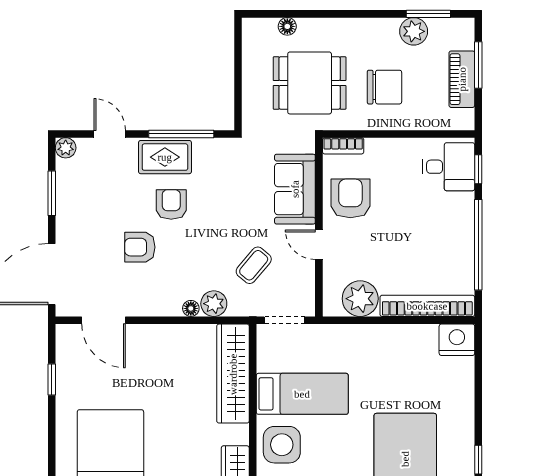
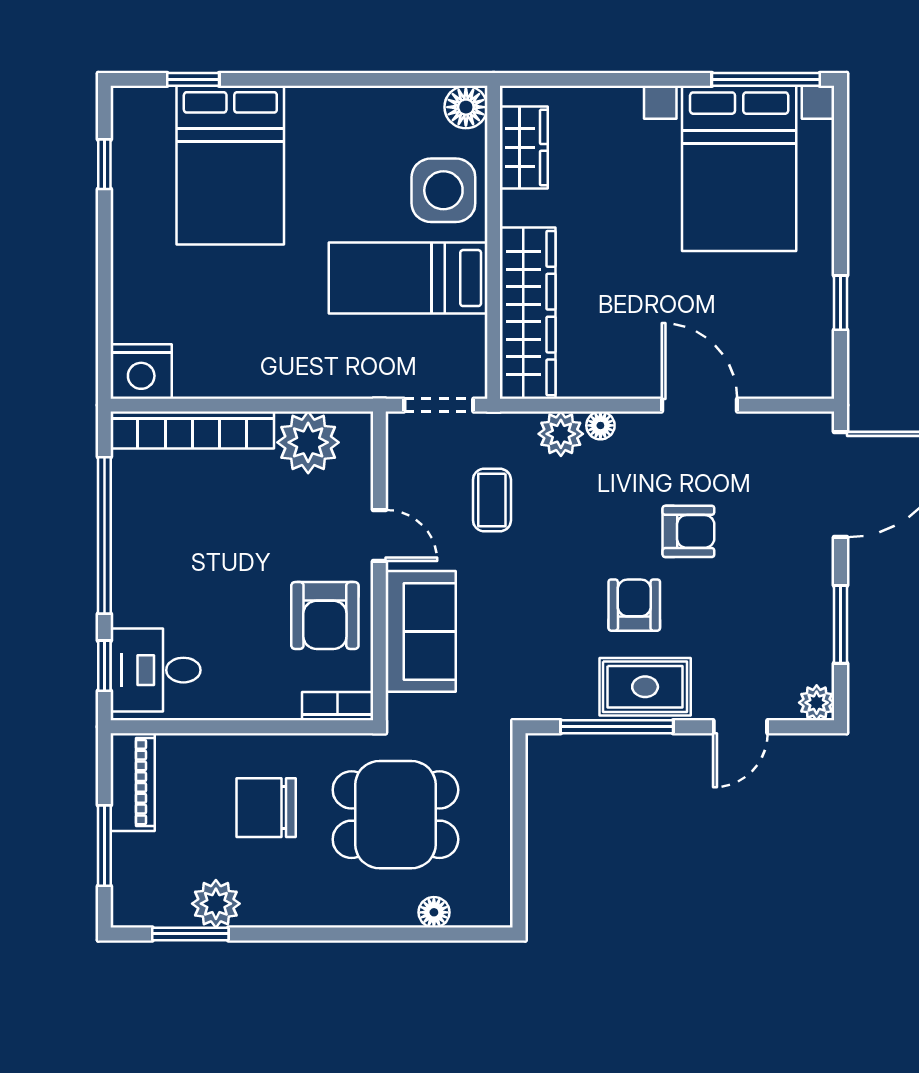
piano: (462, 79) -> (133, 782), moved
door: (110, 134) -> (740, 727), hinge flipped
armchair: (171, 204) -> (634, 605), turned 180
coffee table: (254, 265) -> (492, 500), turned -40
door: (104, 320) -> (700, 405), moved

